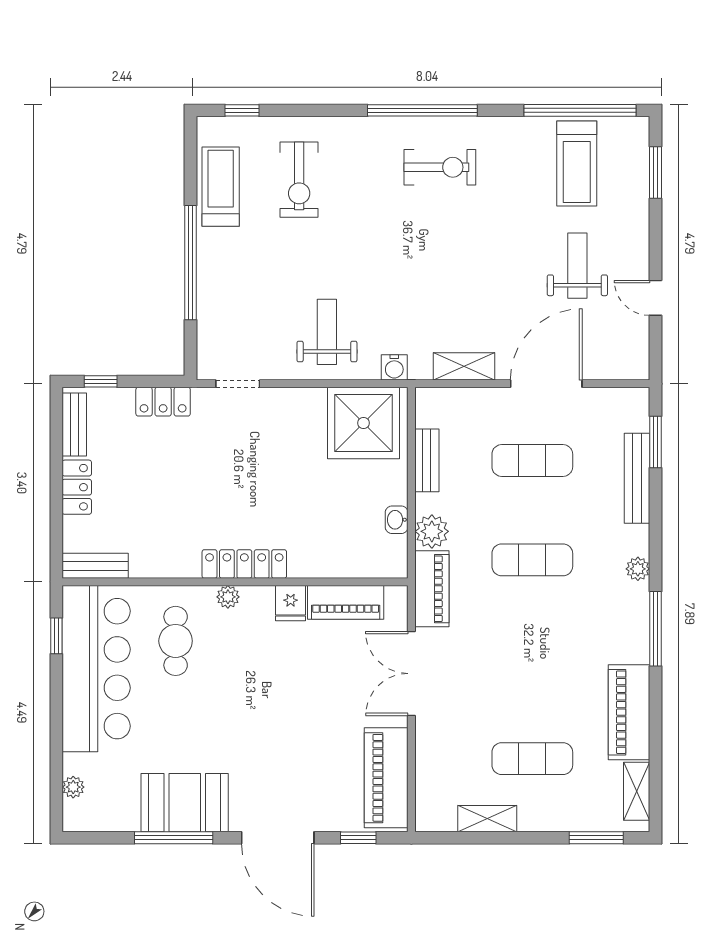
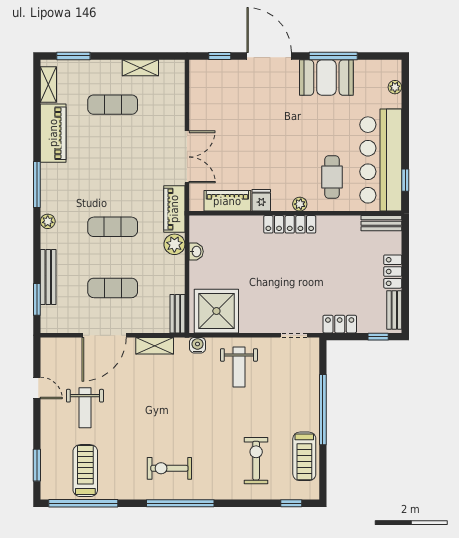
bench: (427, 460) -> (177, 314), moved
piano: (386, 778) -> (203, 93), removed

